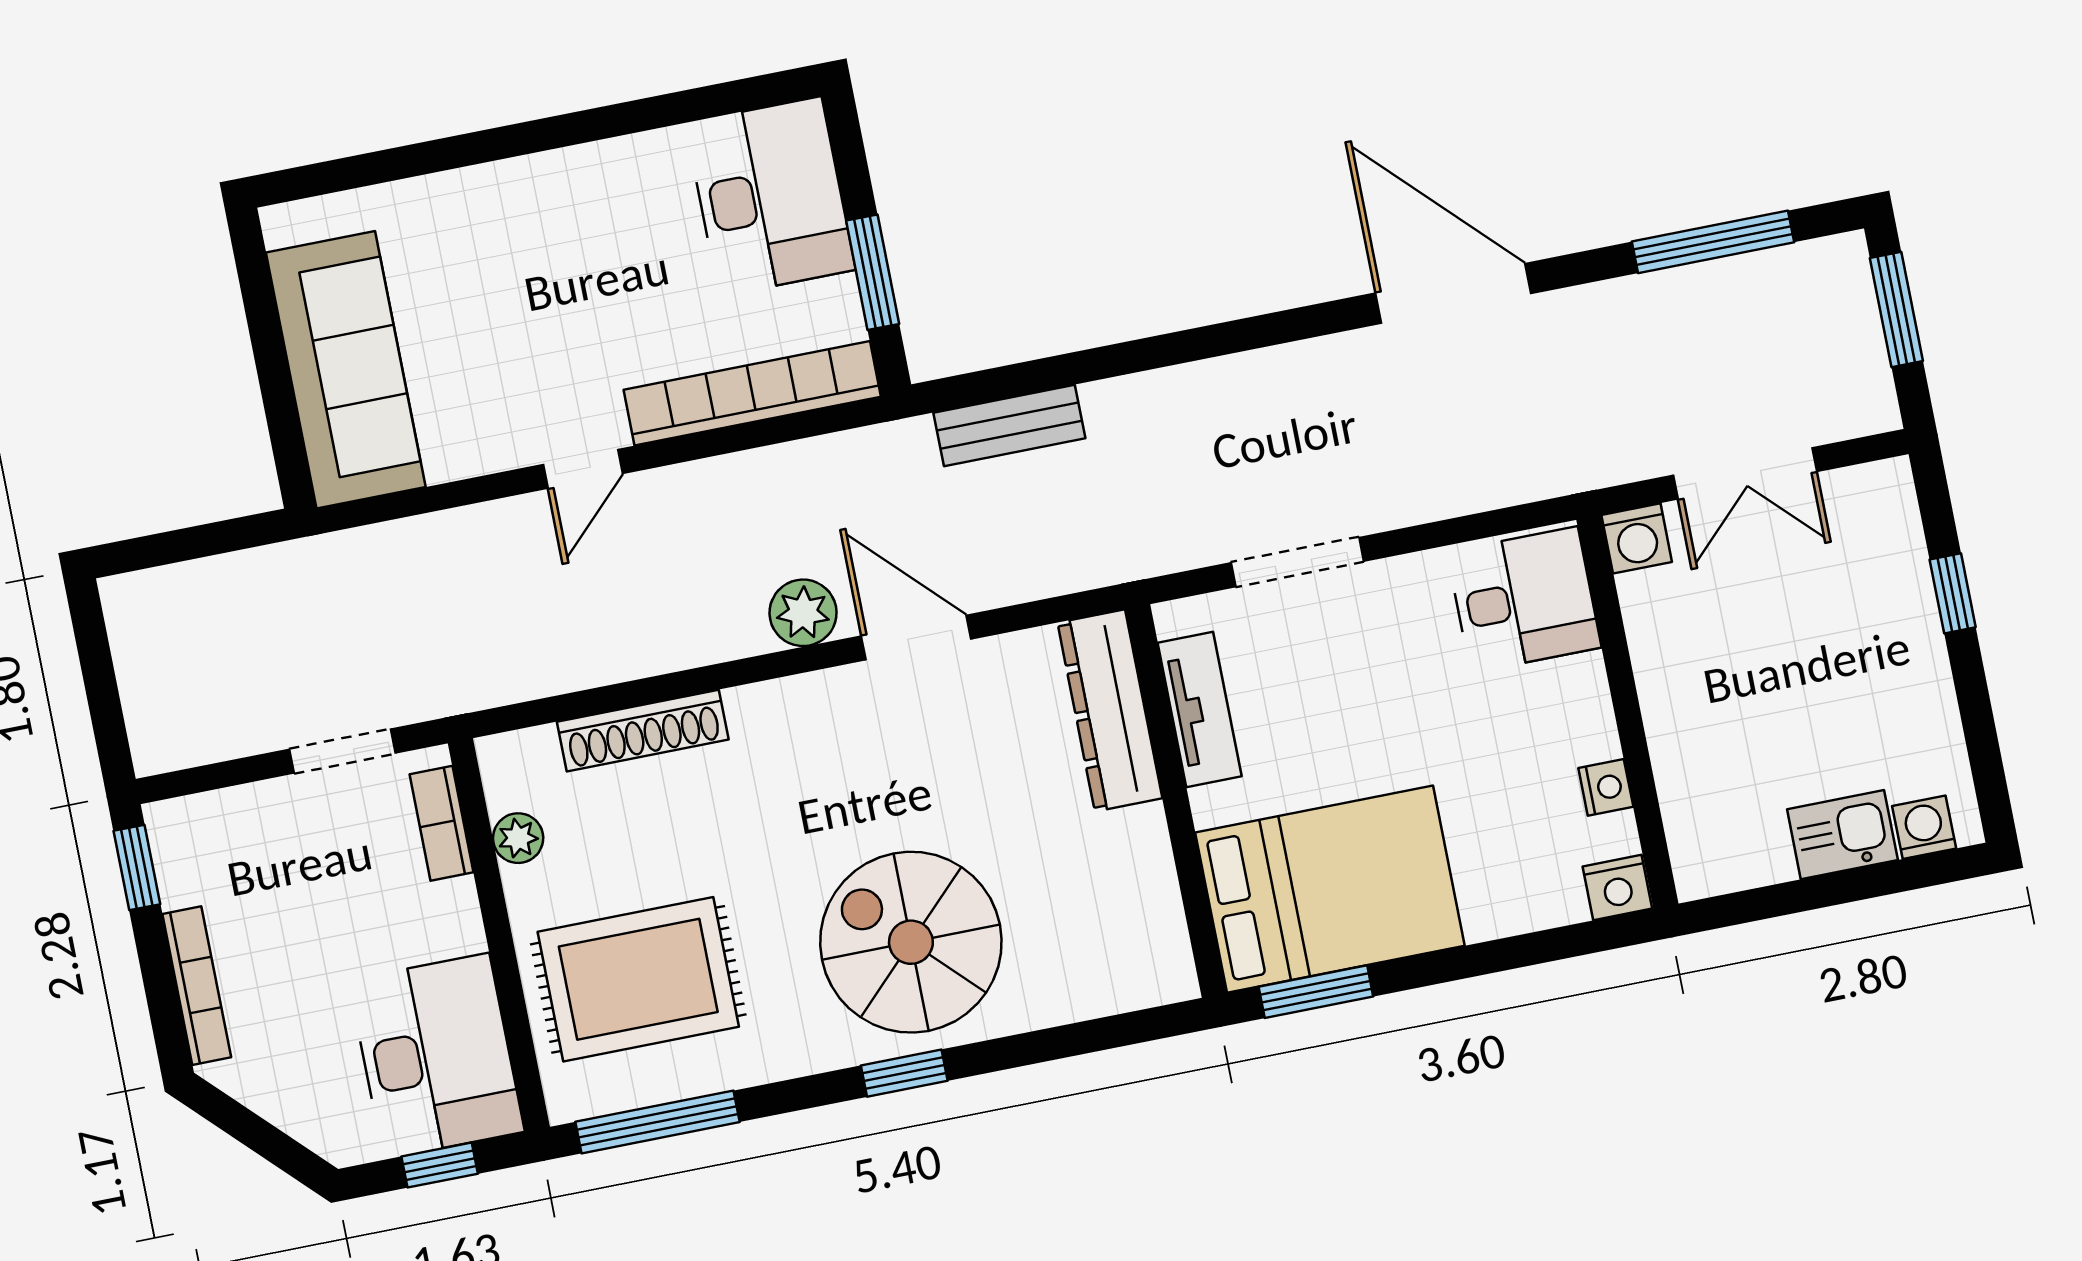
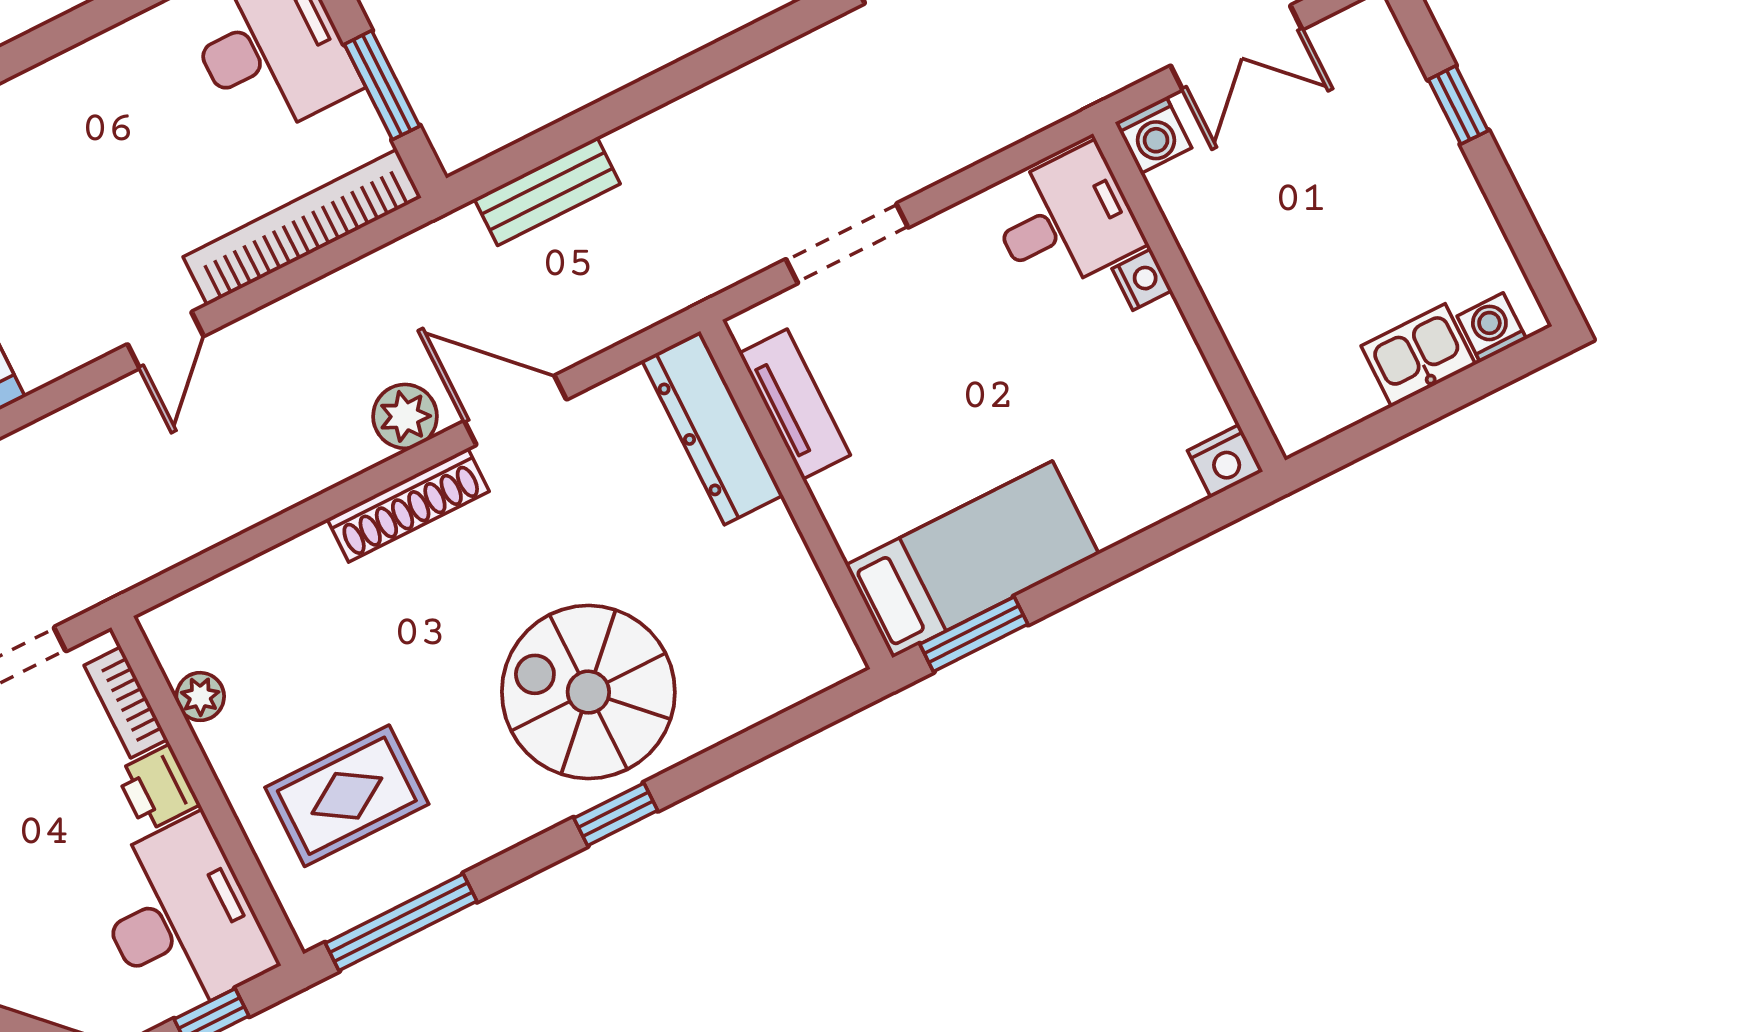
shoe rack: (643, 731) -> (408, 505), moved
nightstand: (1606, 787) -> (1142, 280), moved
bed: (1330, 889) -> (972, 560), width x0.67
printer: (450, 919) -> (158, 788), added
rug: (638, 979) -> (347, 796), width x0.73, depth x0.70

